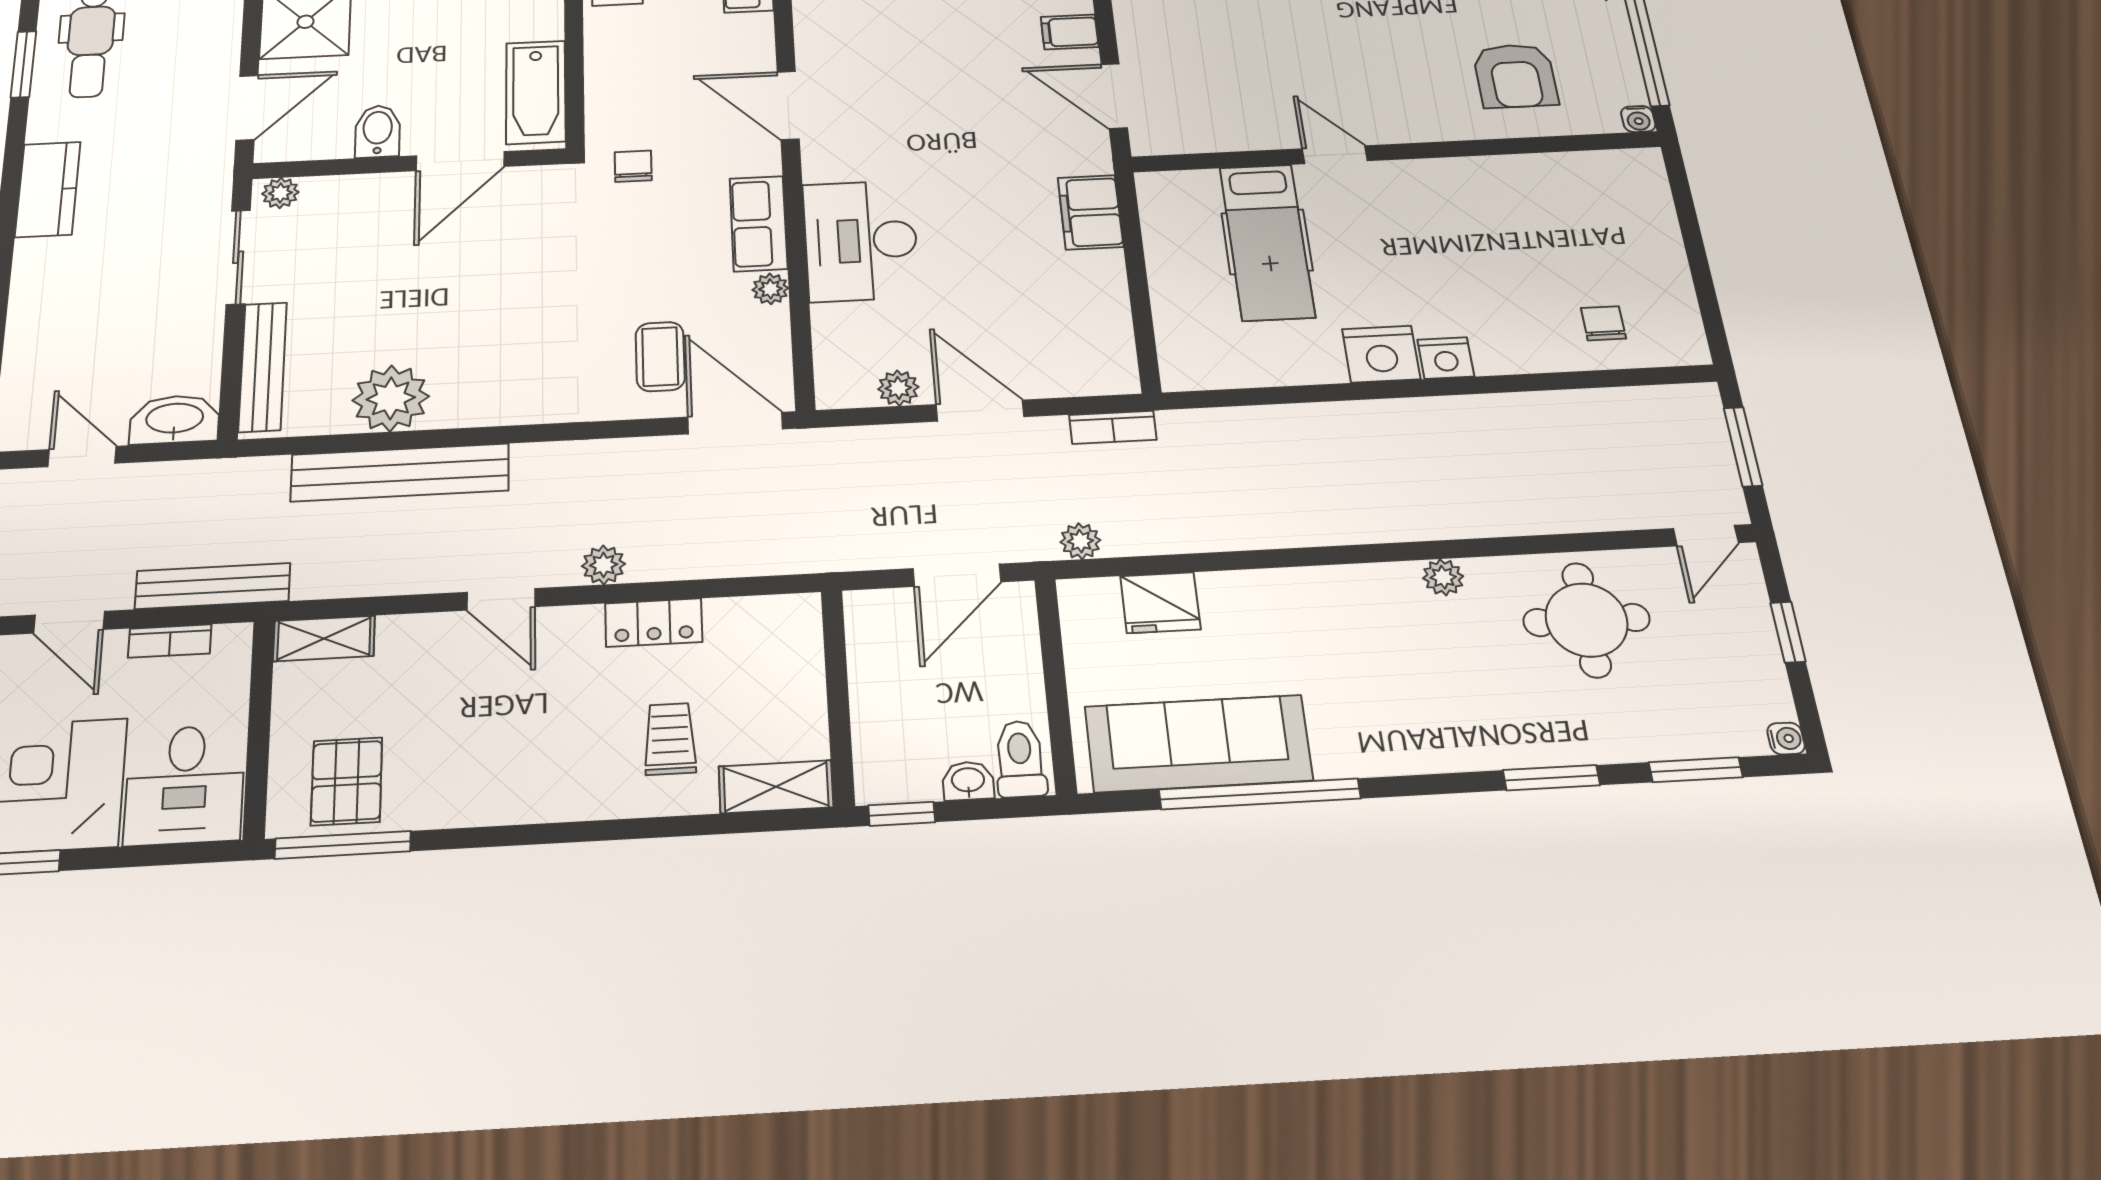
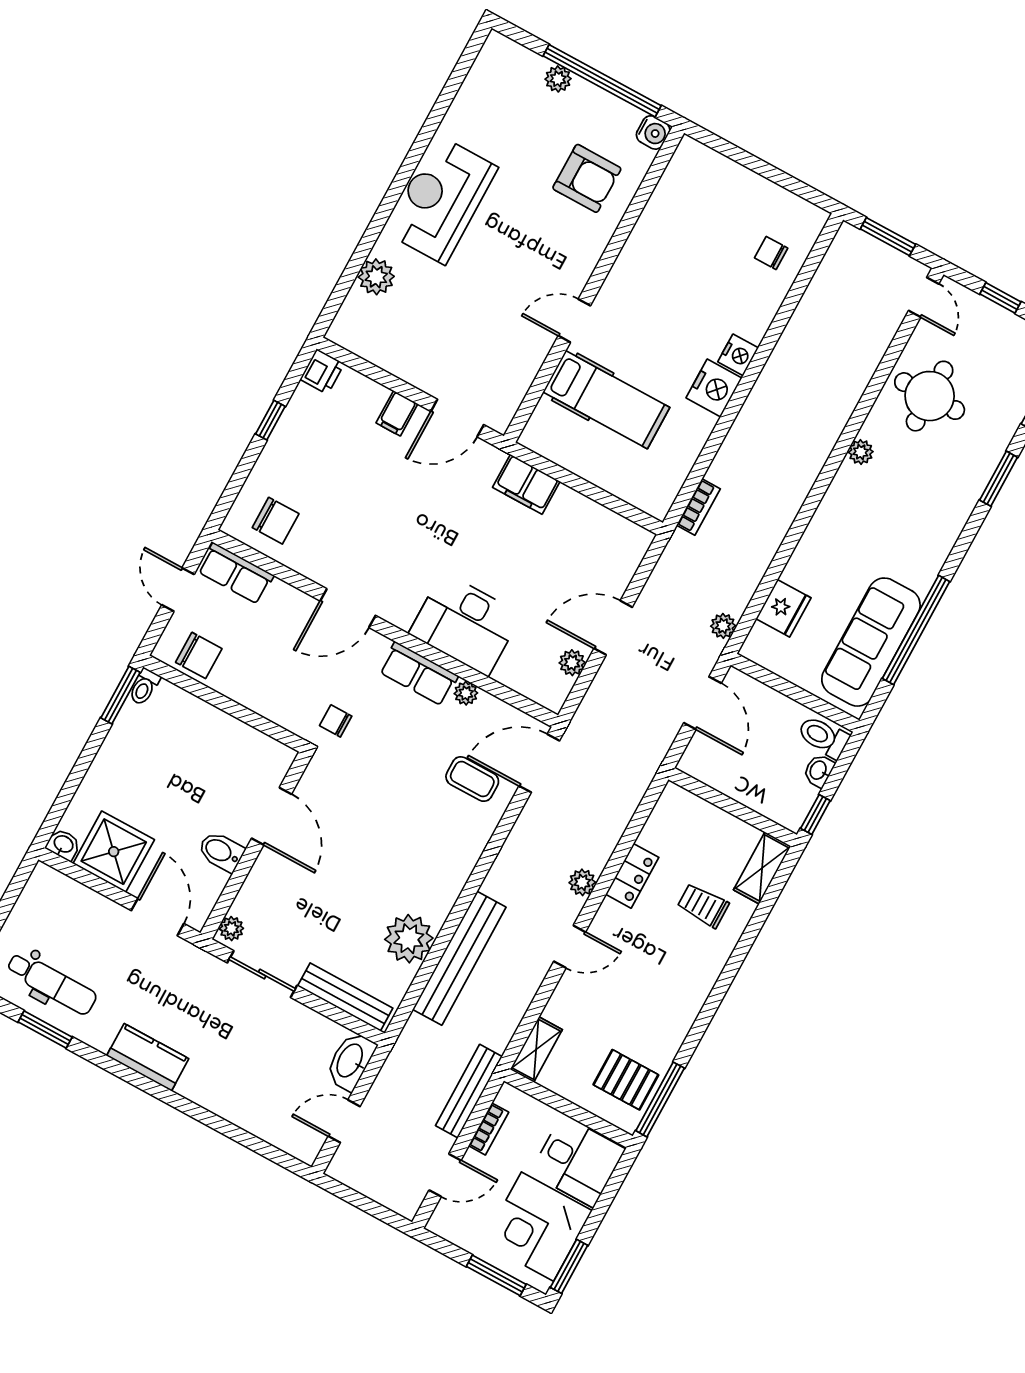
bathtub: (536, 92) -> (249, 747), removed
water cooler: (1638, 119) -> (653, 132), width x1.38, depth x1.38
bookcase: (1113, 427) -> (698, 507), moved

